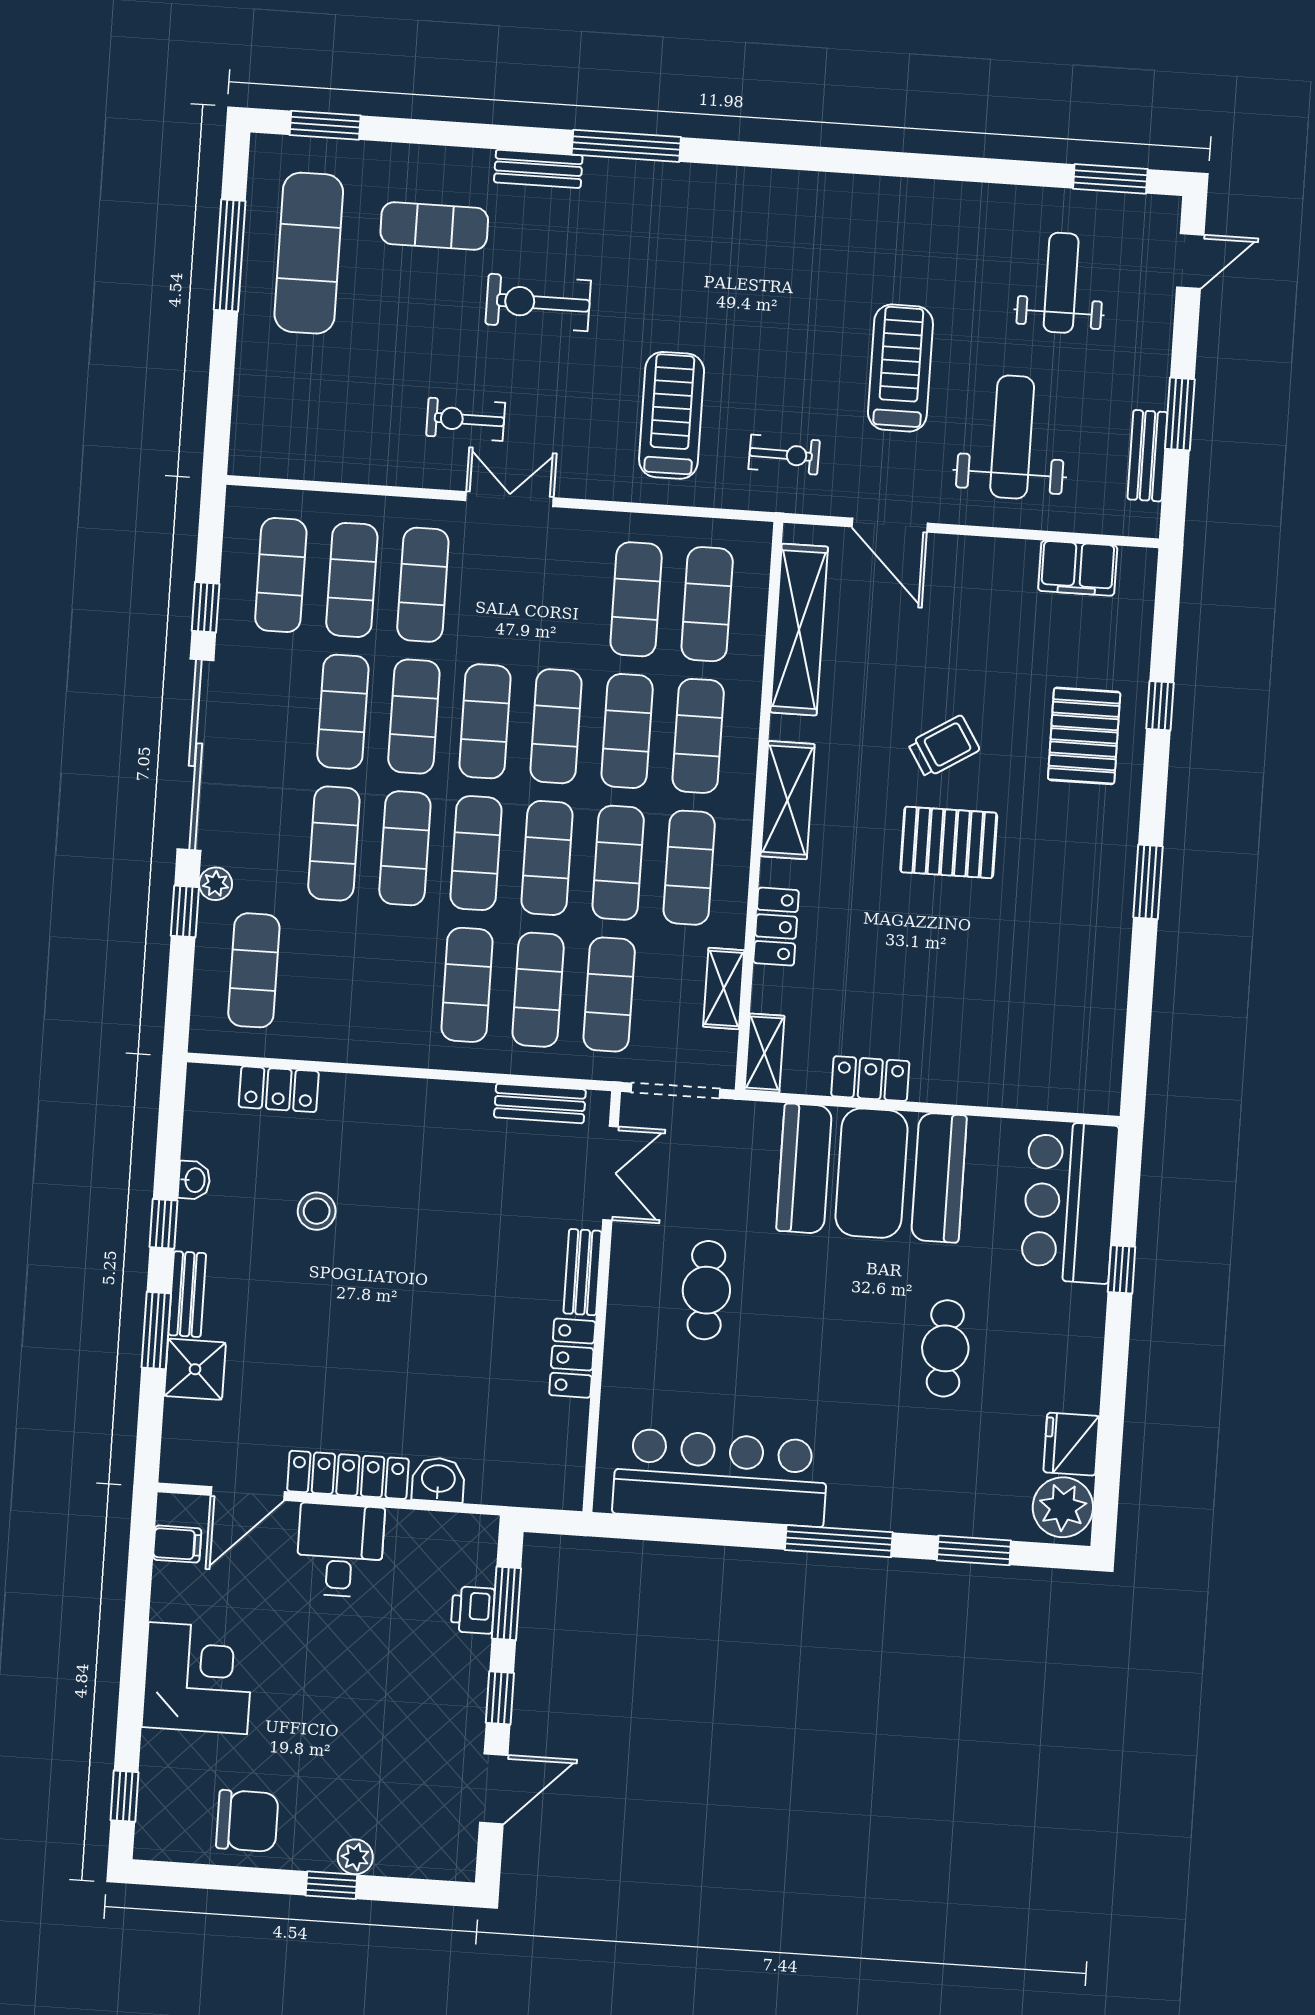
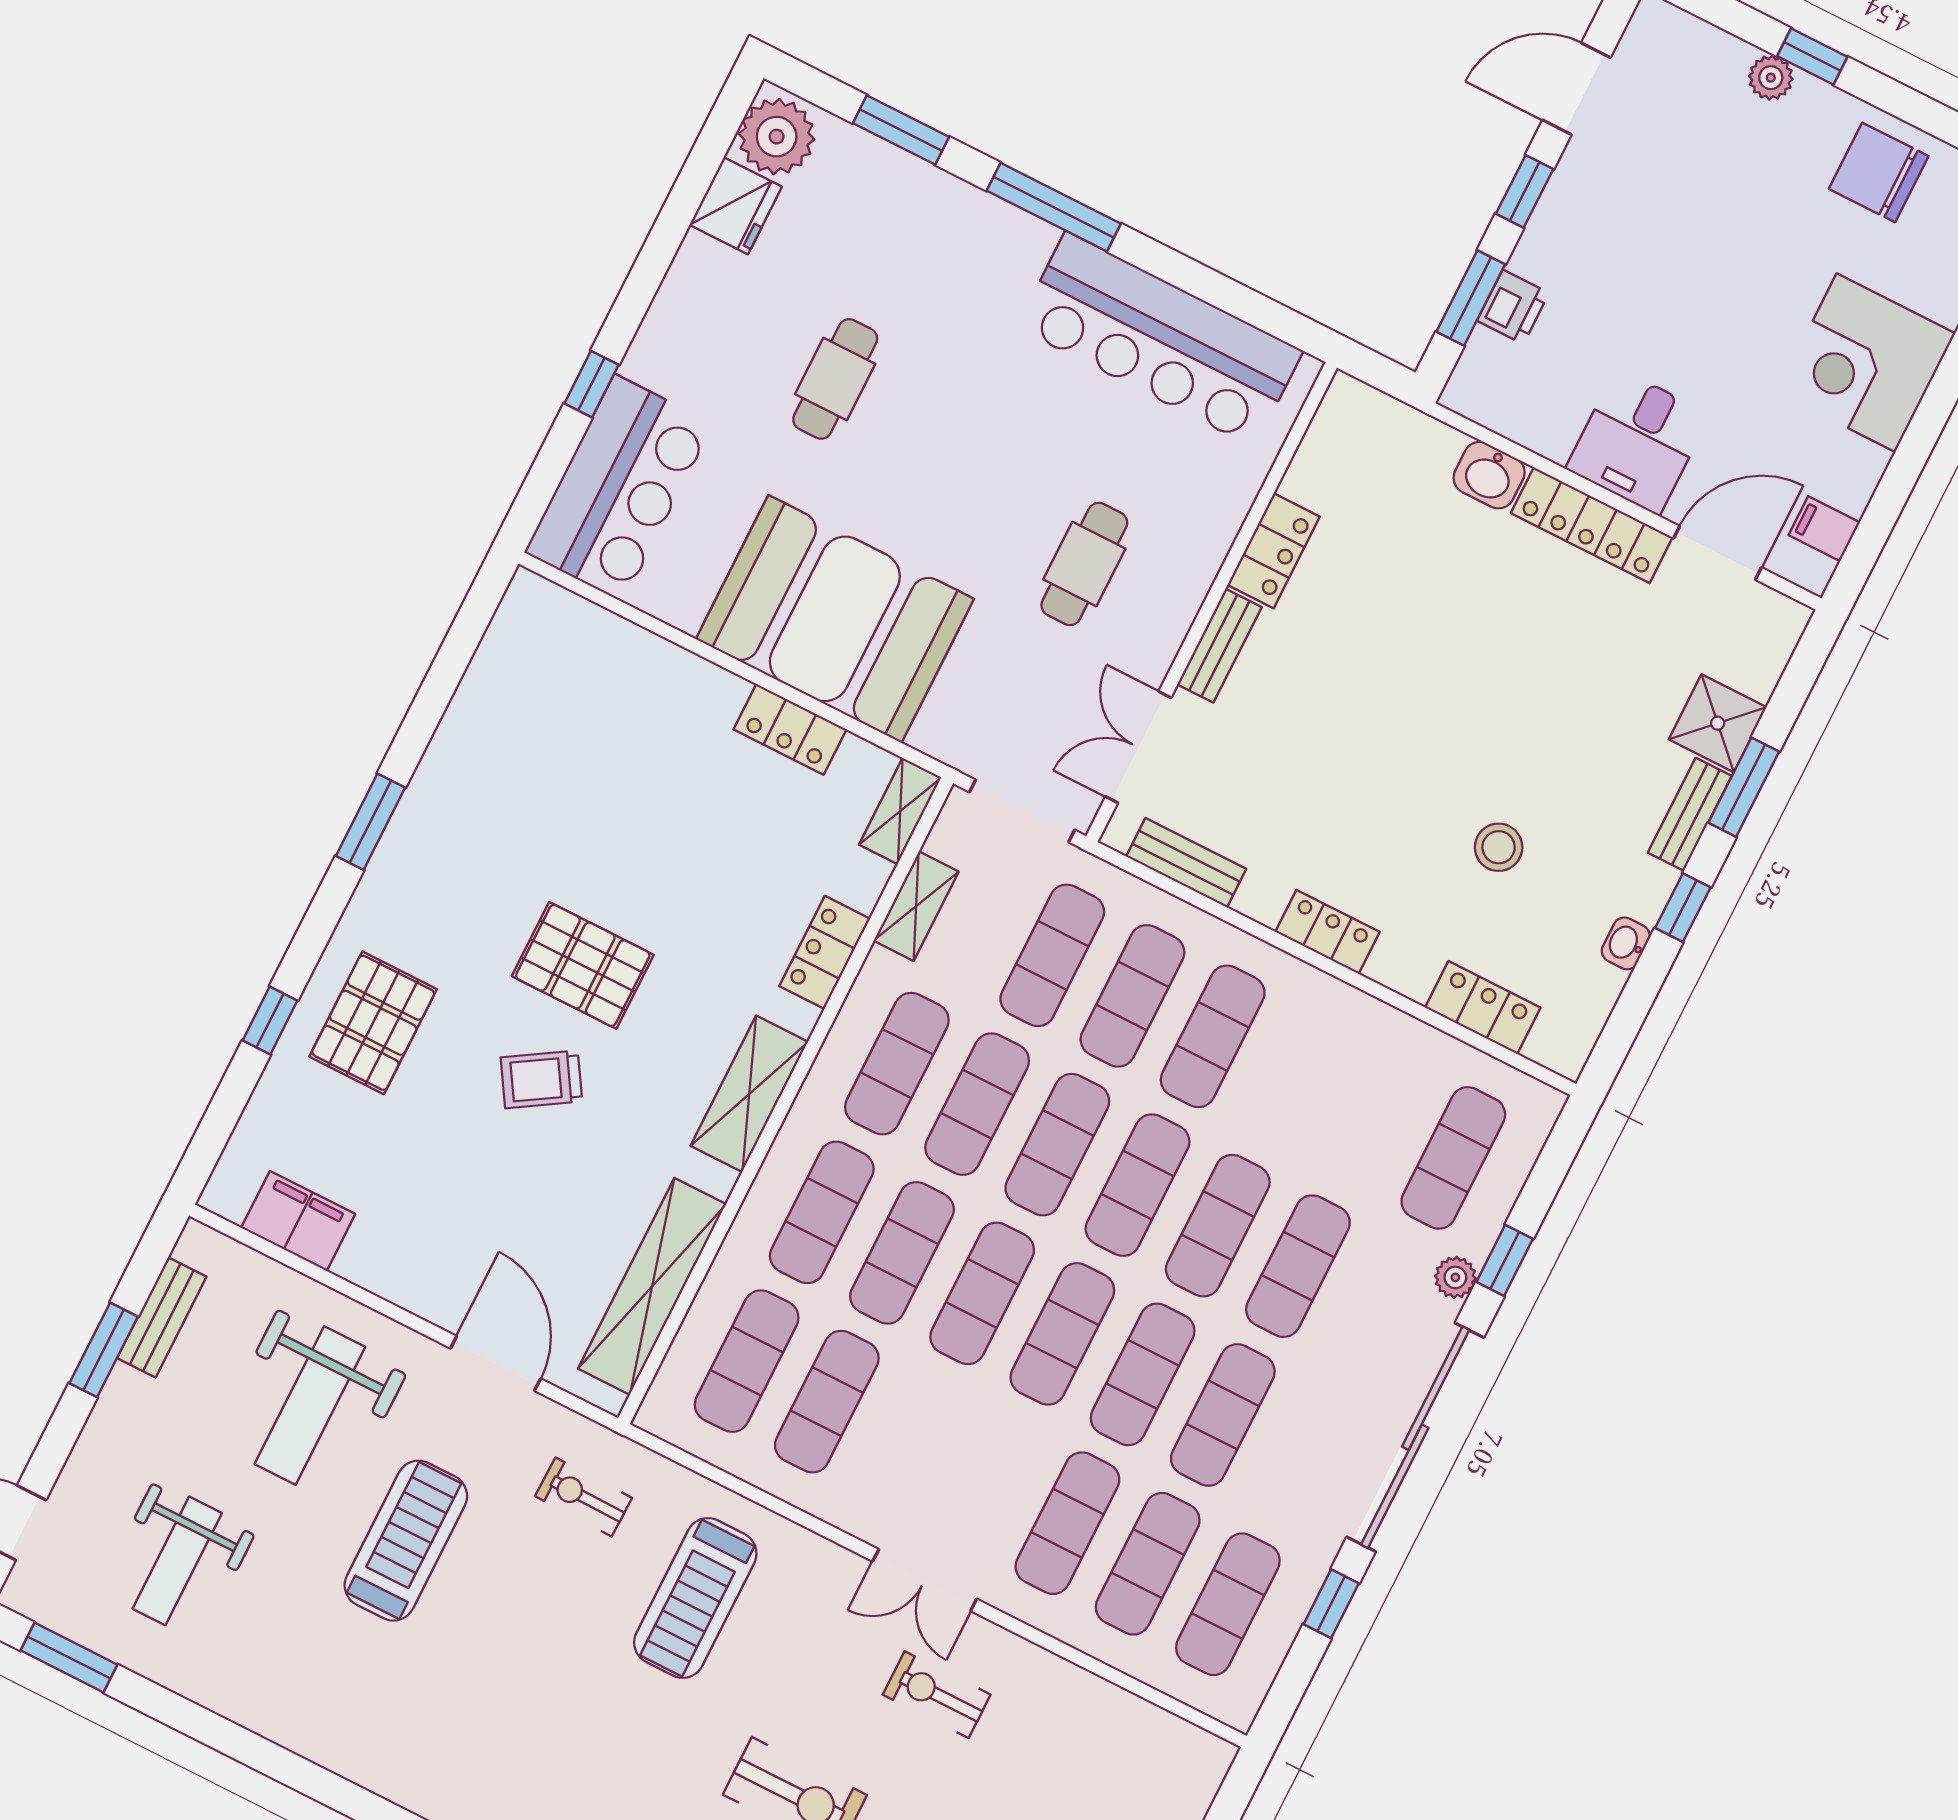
treadmill: (900, 368) -> (406, 1541), turned 180
exercise bike: (466, 419) -> (937, 1695), turned 180
locker: (415, 1097) -> (1327, 932), added

